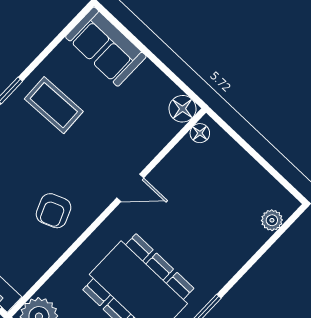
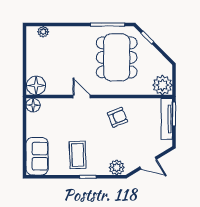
floor lamp: (200, 133) -> (36, 86), width x1.89, depth x1.89

